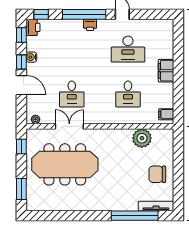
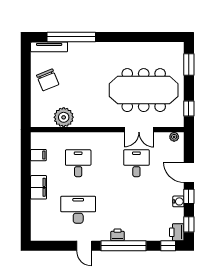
filing cabinet: (166, 114) -> (38, 155), moved
chair: (157, 174) -> (48, 80), turned 68

